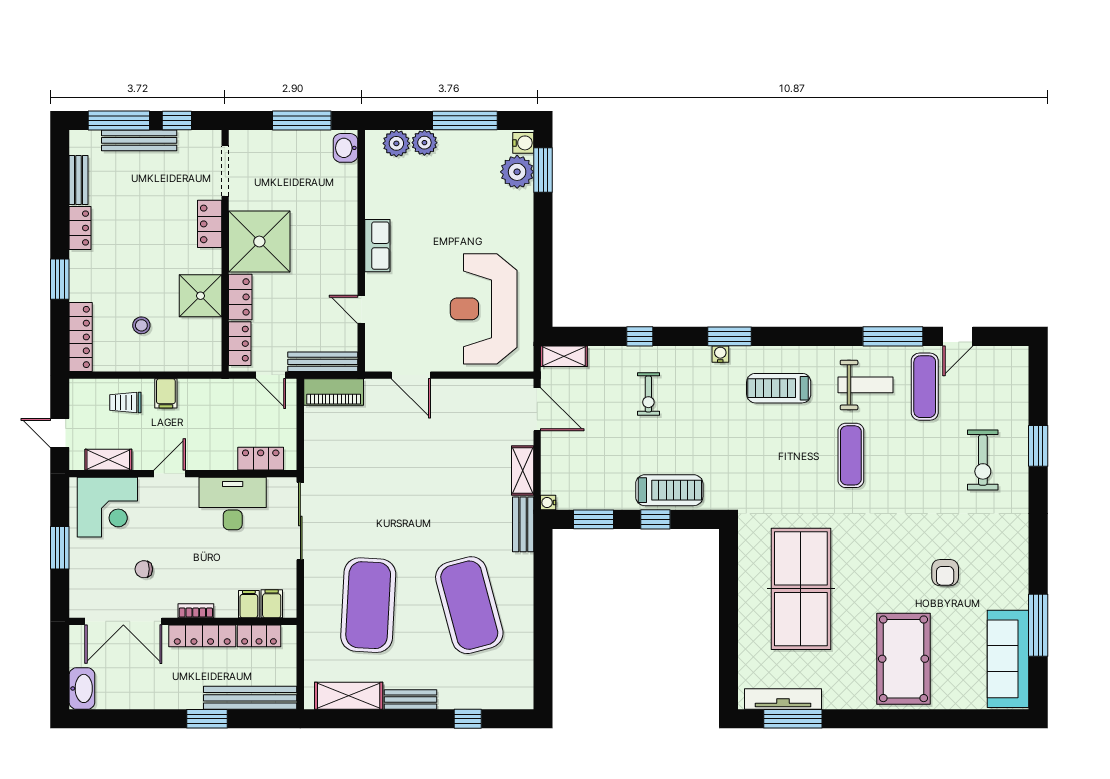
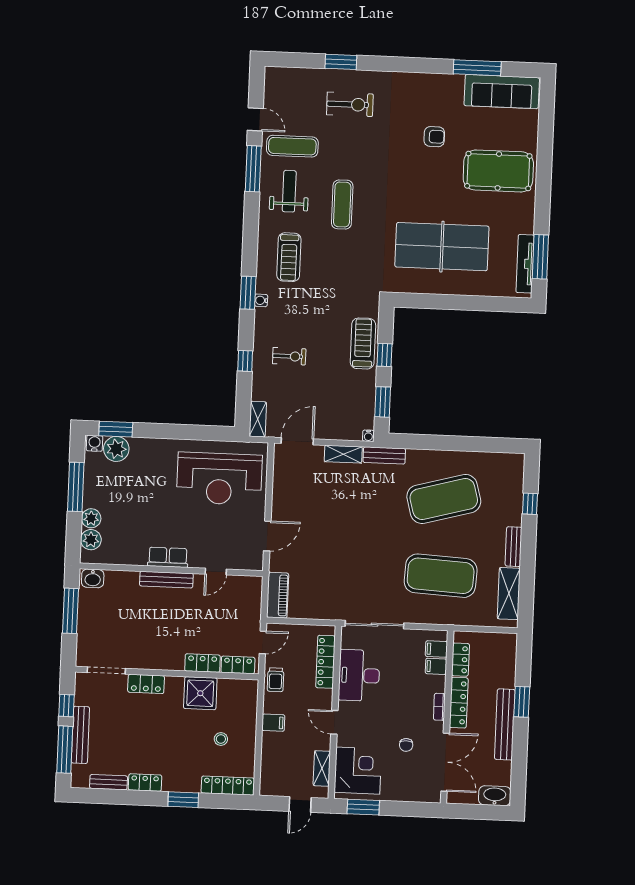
shower: (259, 242) -> (161, 647), removed
bench: (323, 362) -> (166, 580), moved, turned 90
trolley: (125, 403) -> (276, 680), moved
exercise mat: (851, 455) -> (342, 204), turned 90
locker: (261, 459) -> (326, 662), width x1.53
window: (60, 548) -> (363, 807), moved
bench: (250, 698) -> (505, 724), moved

